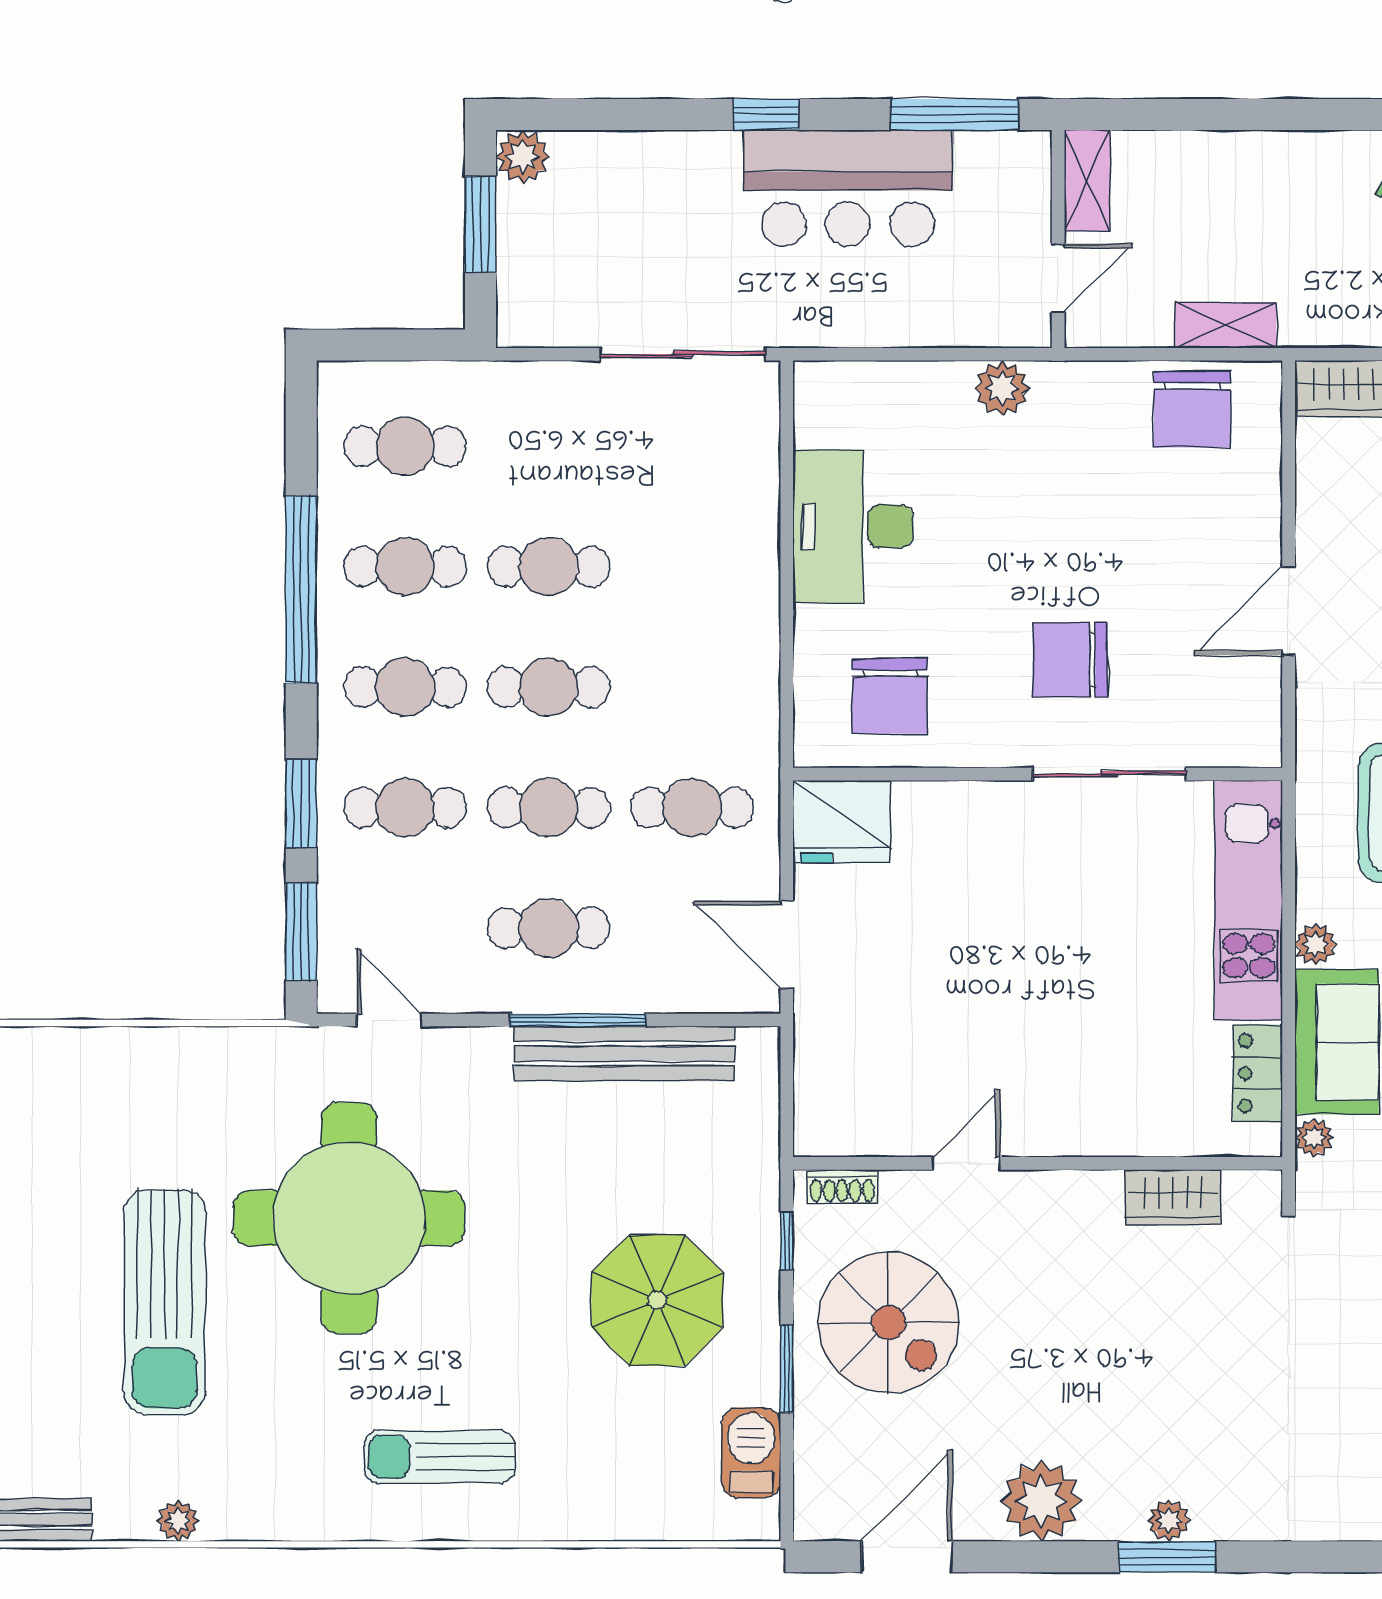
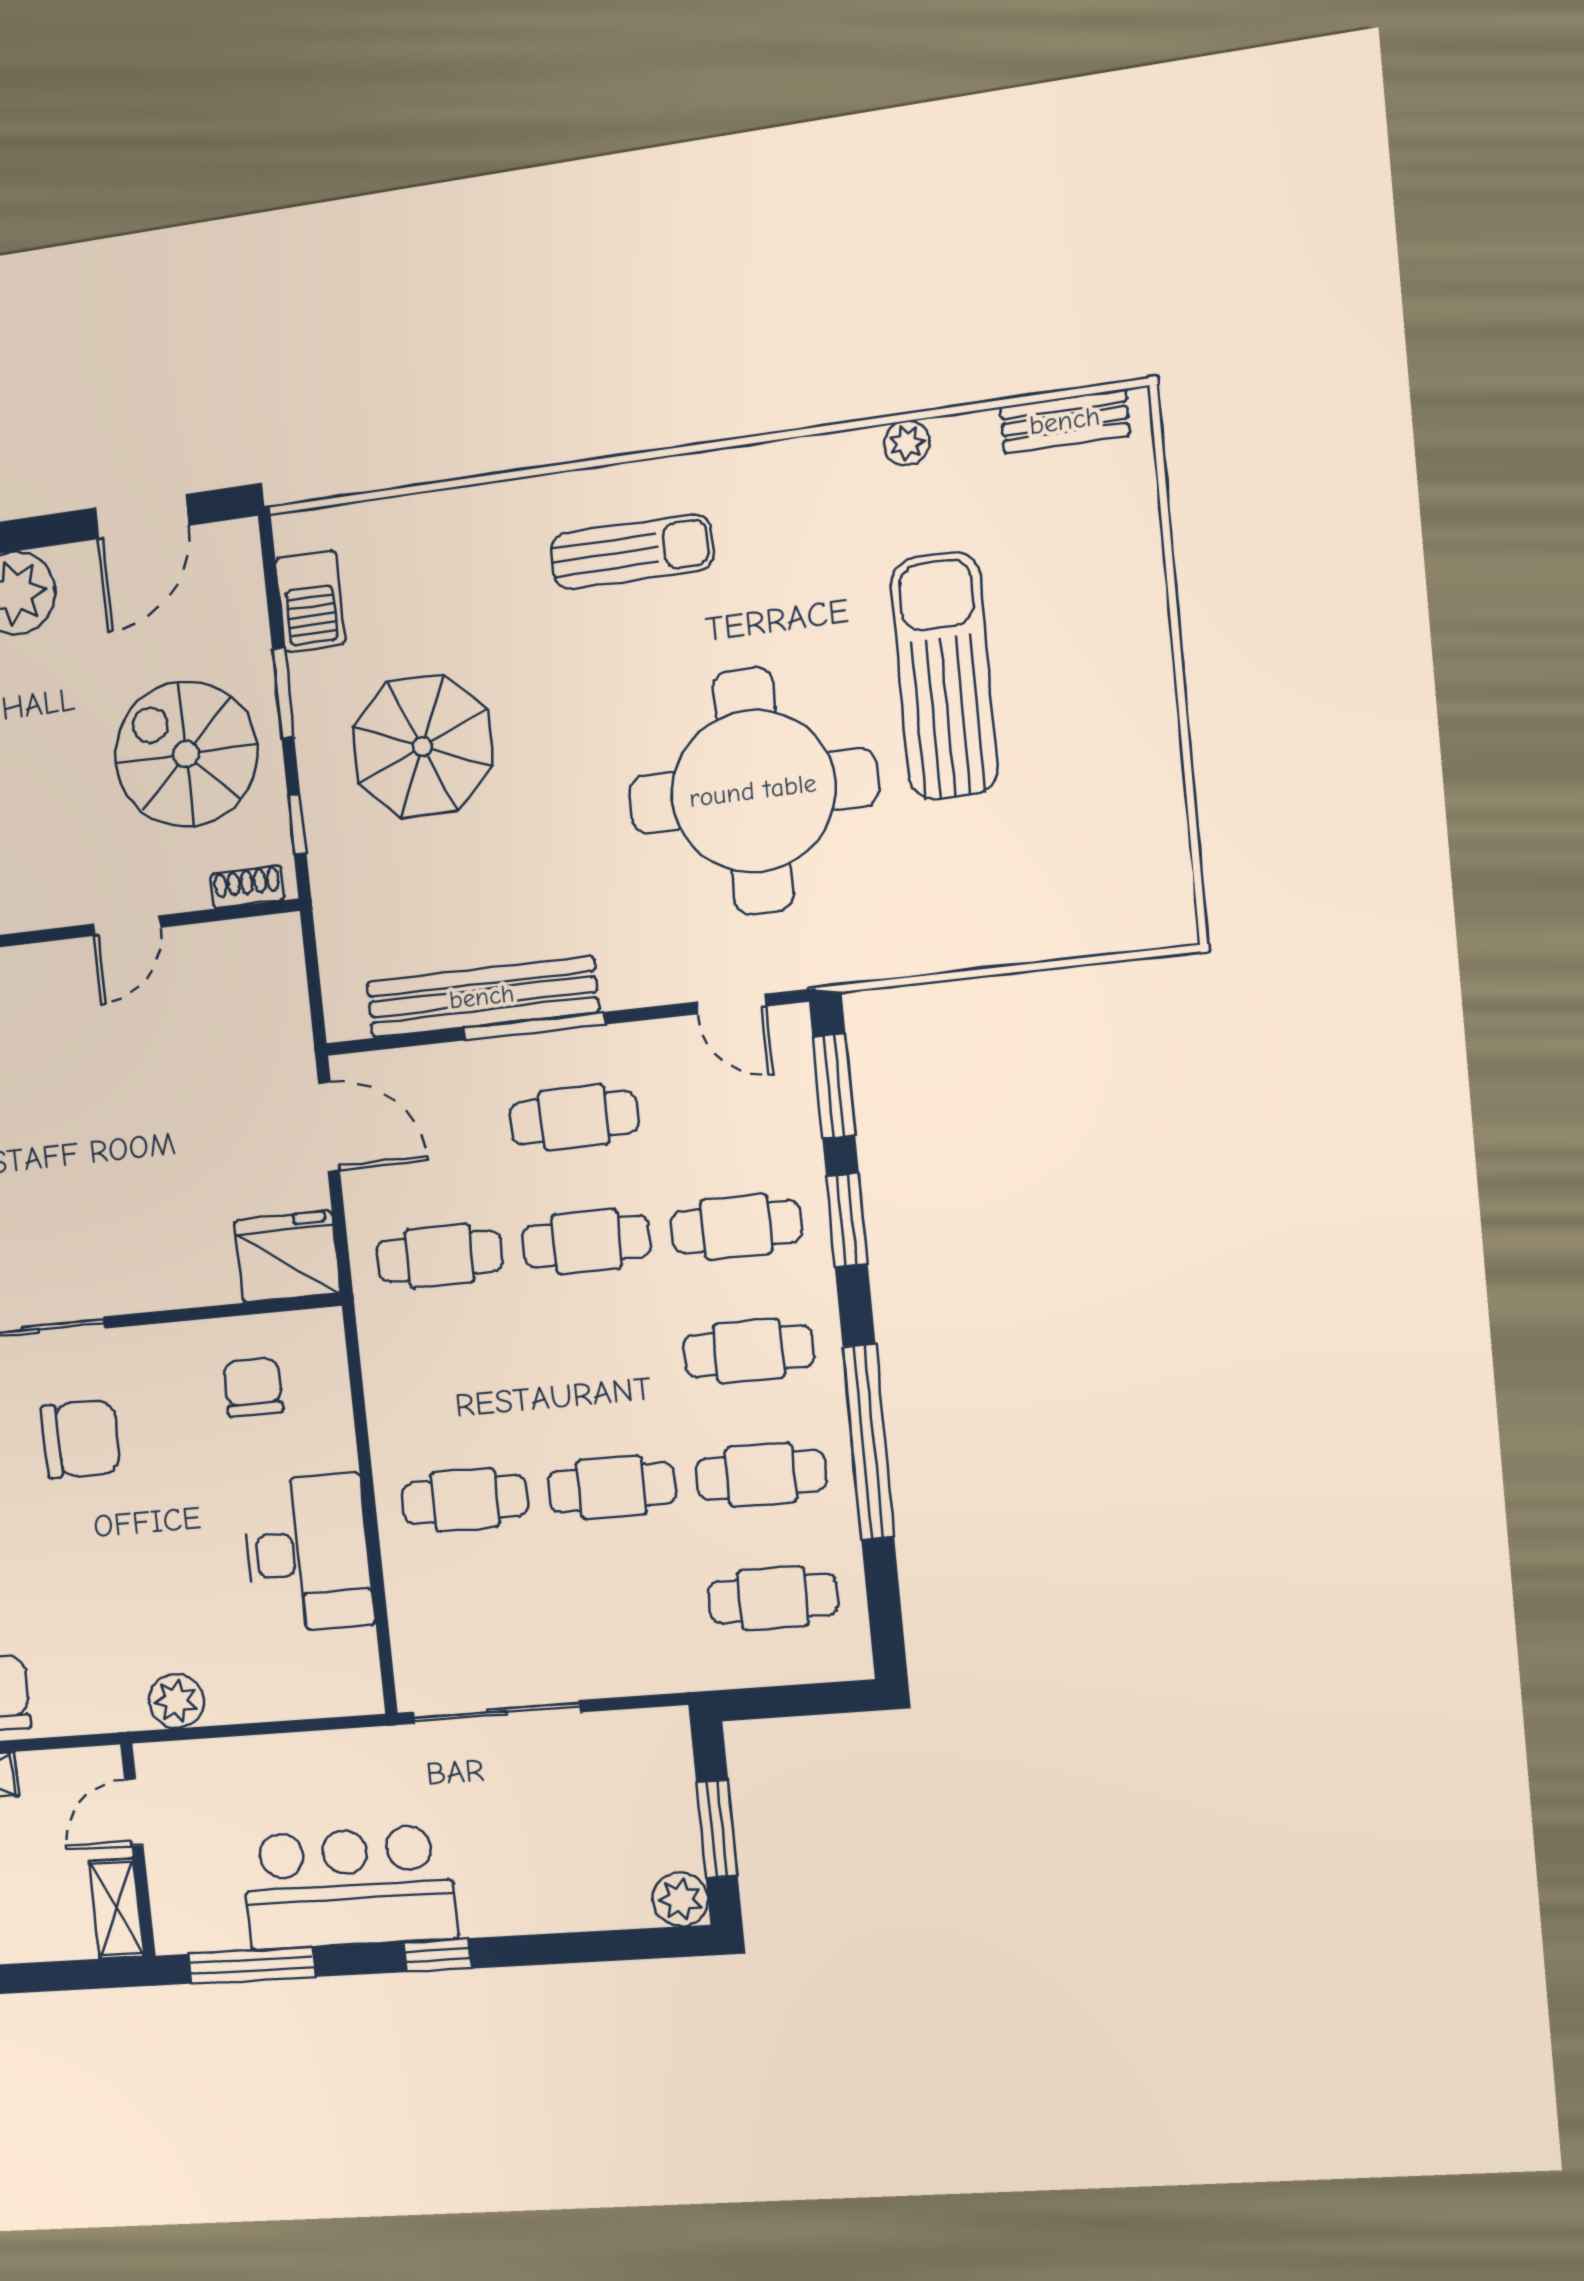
cafe table: (549, 687) -> (465, 1500), moved
chair: (890, 696) -> (253, 1387), width x0.73, depth x0.73

